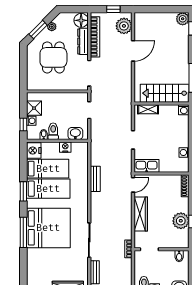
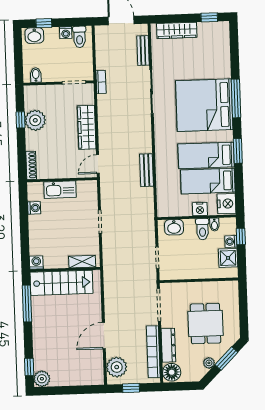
nightstand: (65, 147) -> (200, 209), moved
kitchen sink: (147, 166) -> (60, 190), moved

